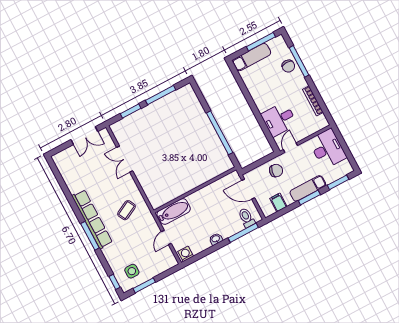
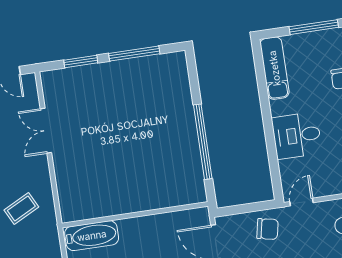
exam couch: (252, 57) -> (275, 68), moved, turned -90
desk: (279, 119) -> (297, 135), moved

